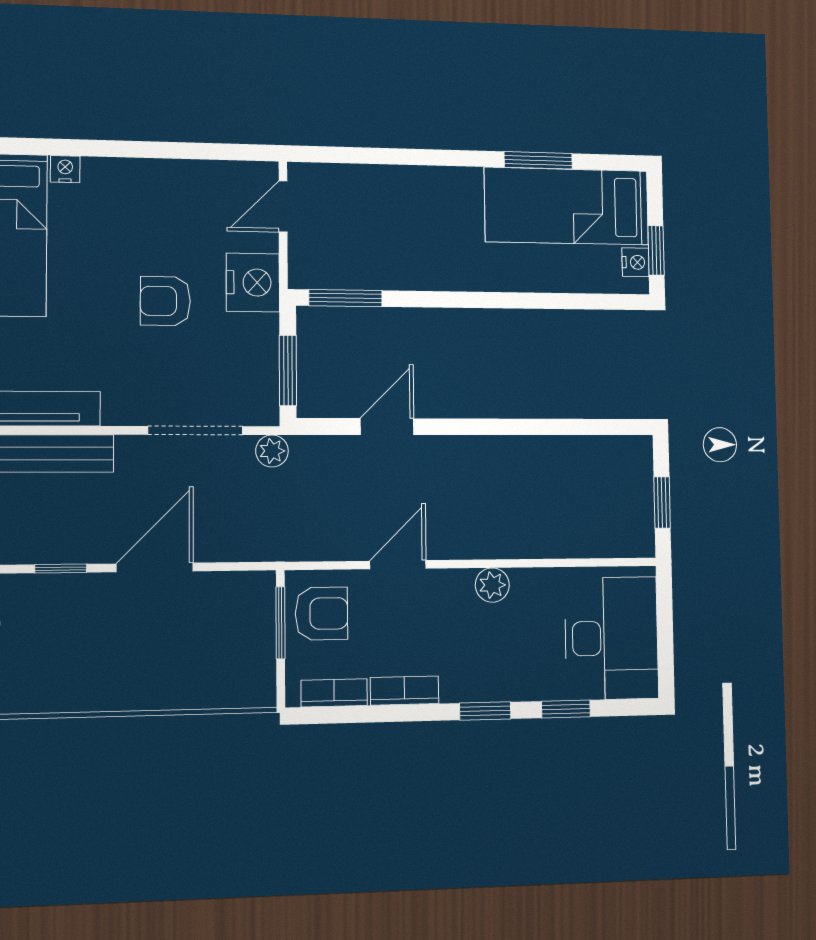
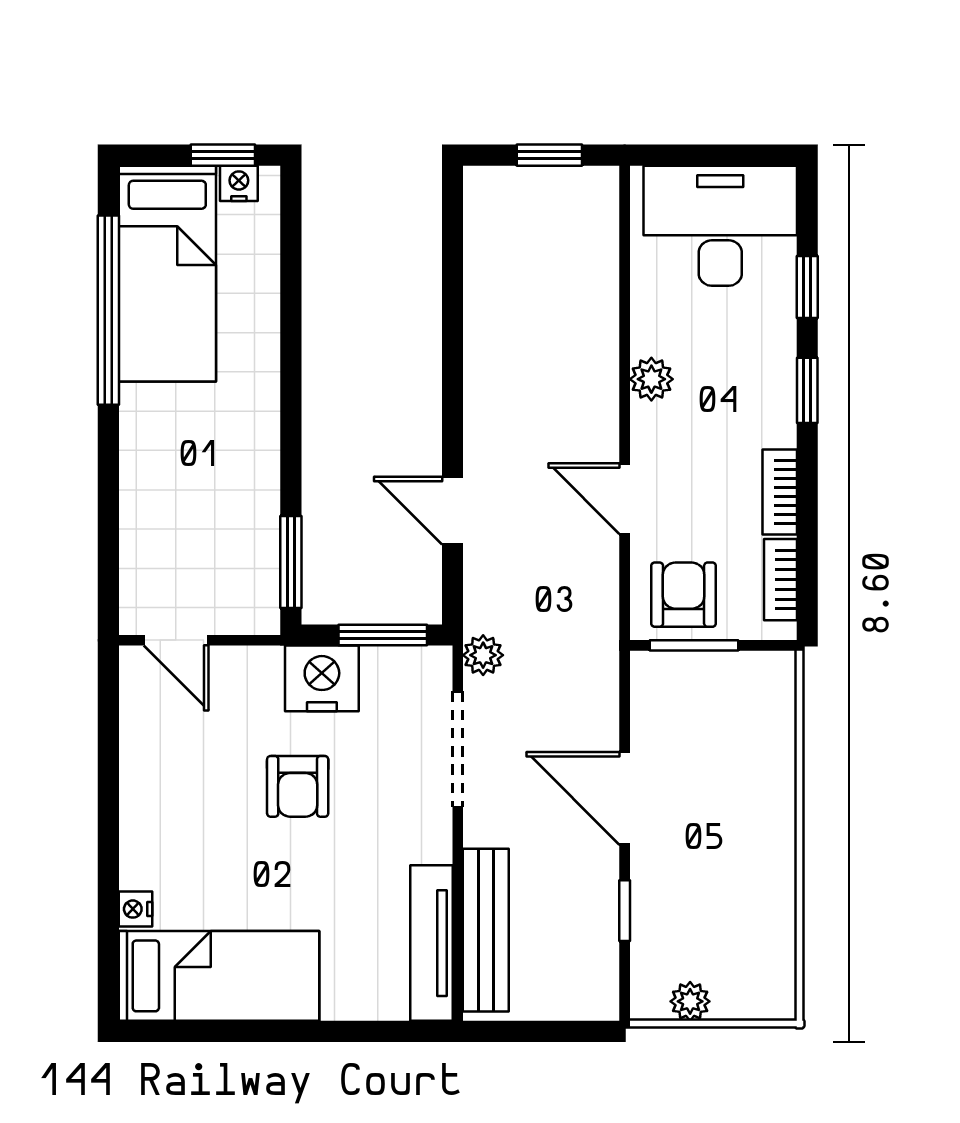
window: (538, 160) -> (108, 310), width x2.11
nightstand: (253, 283) -> (322, 678), moved

